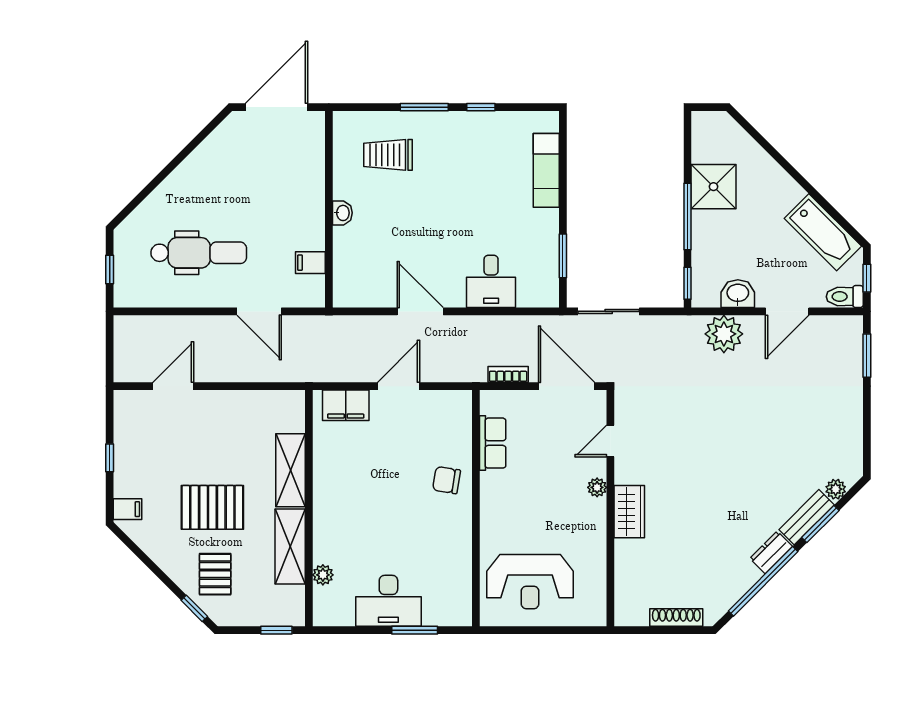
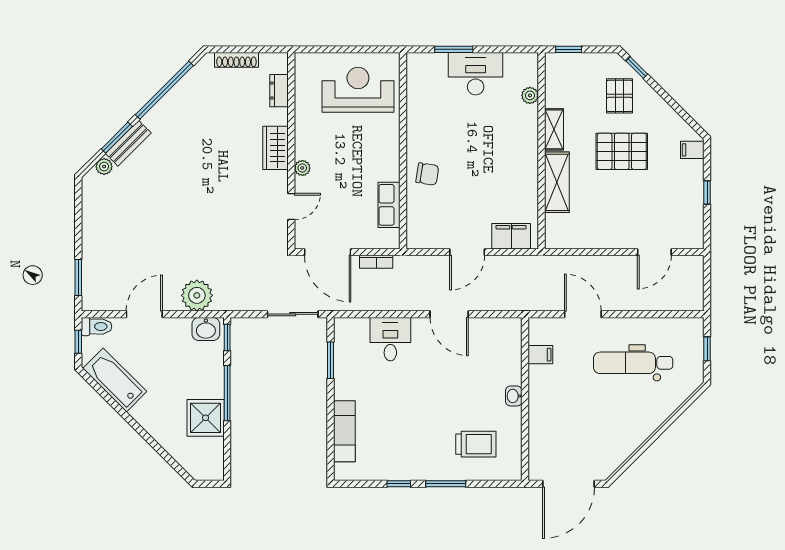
washbasin: (738, 294) -> (206, 329), moved
shelving: (290, 546) -> (554, 129), width x0.67, depth x0.75
dresser: (771, 552) -> (279, 91), moved, turned 135

